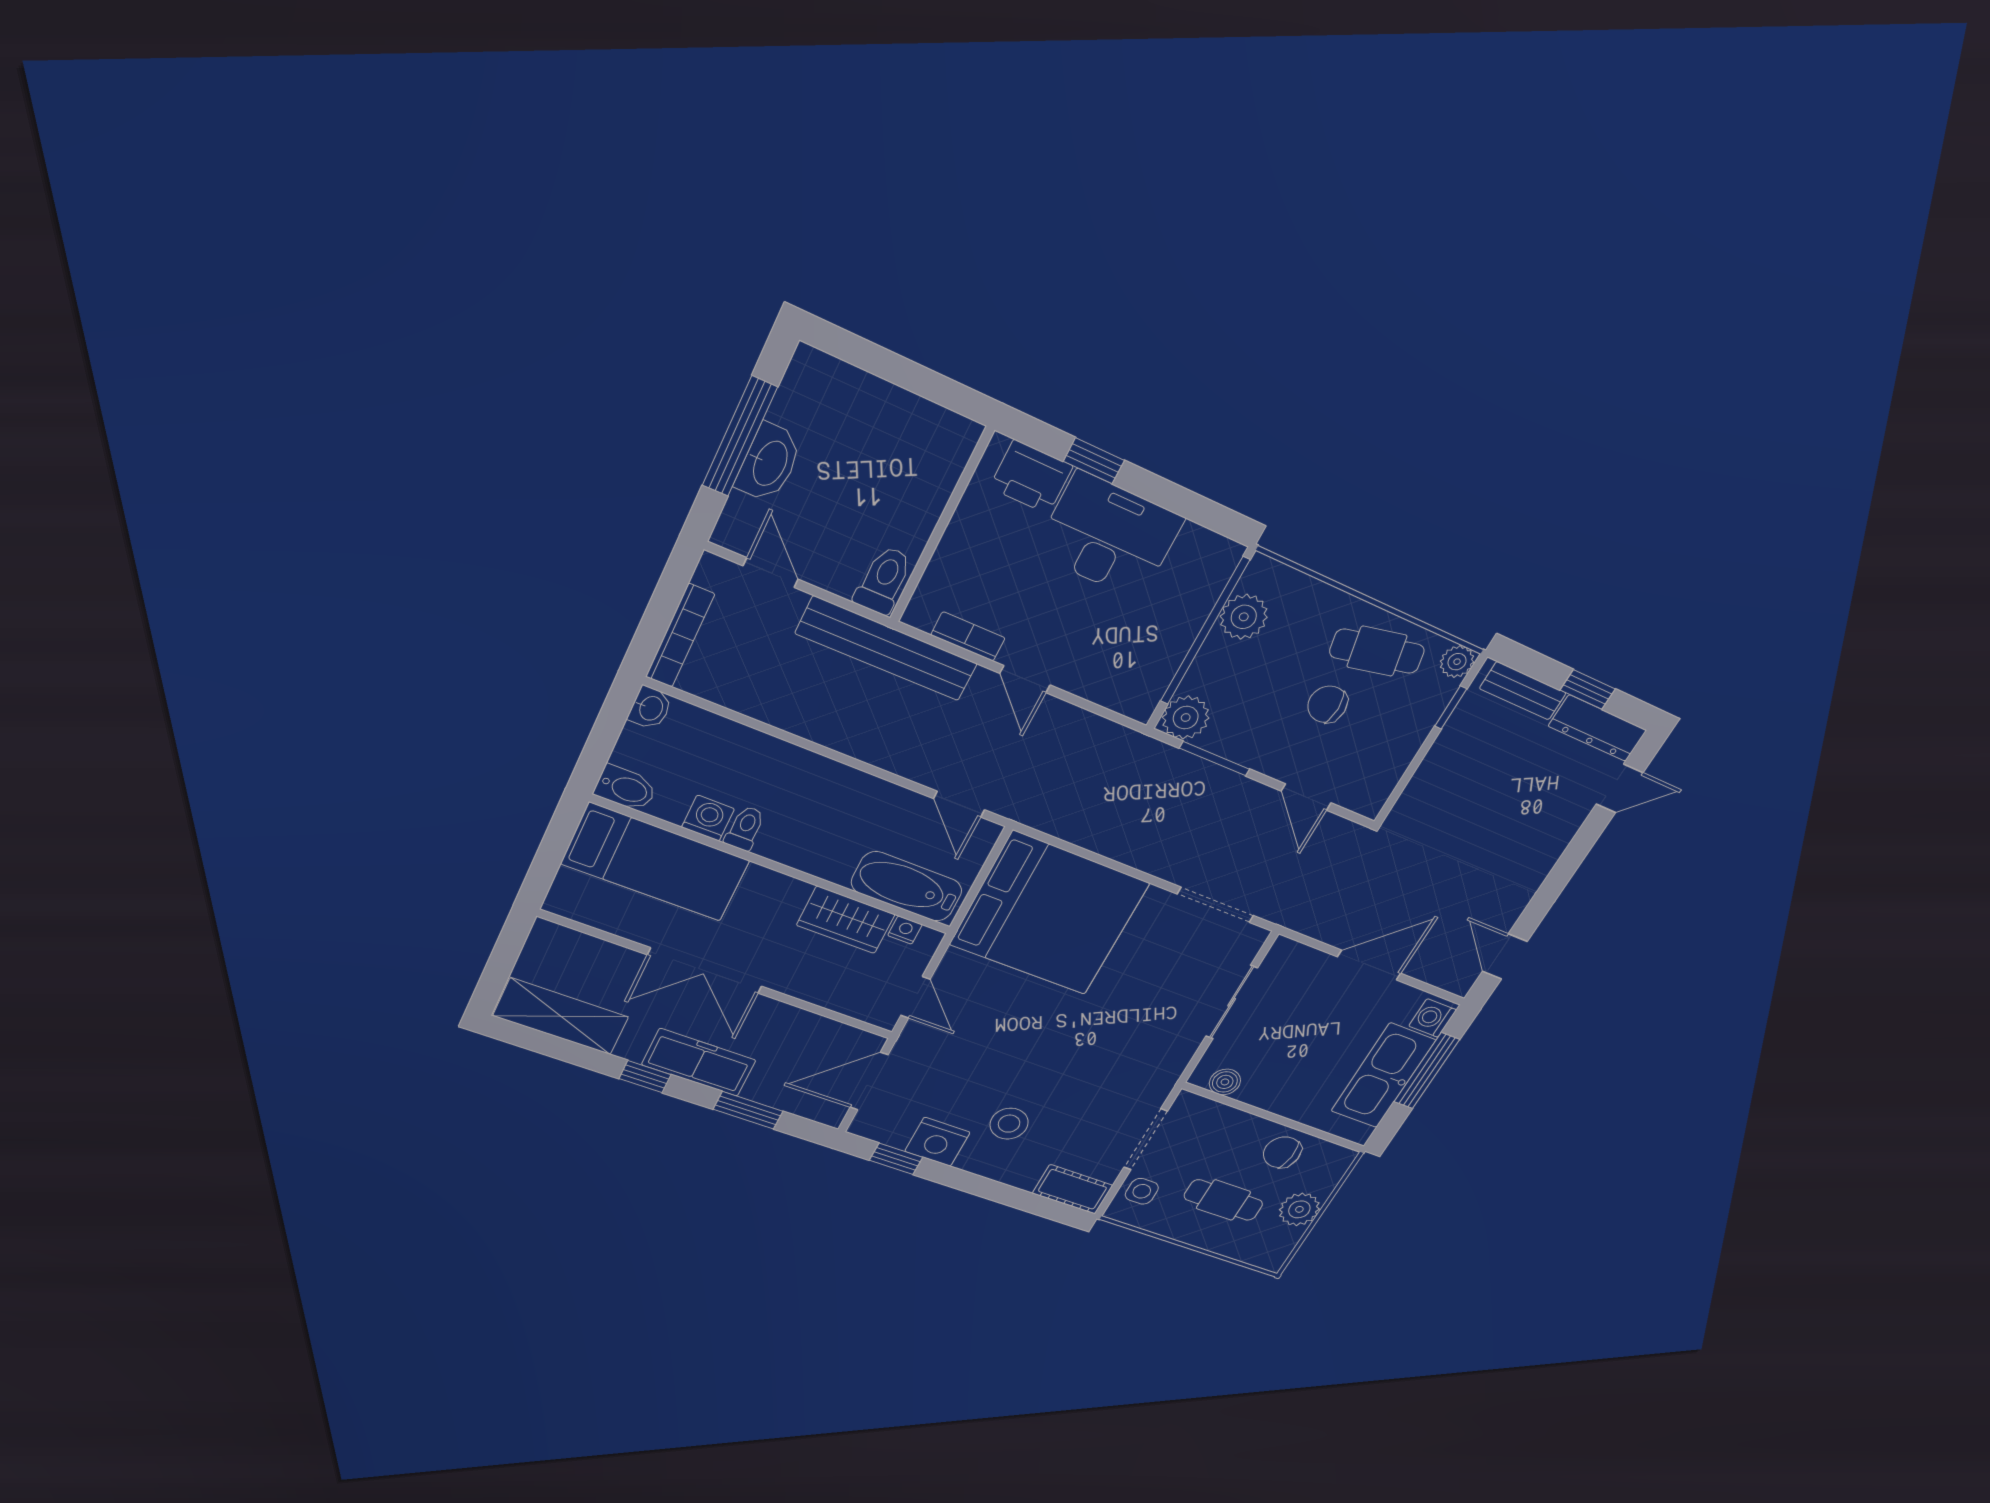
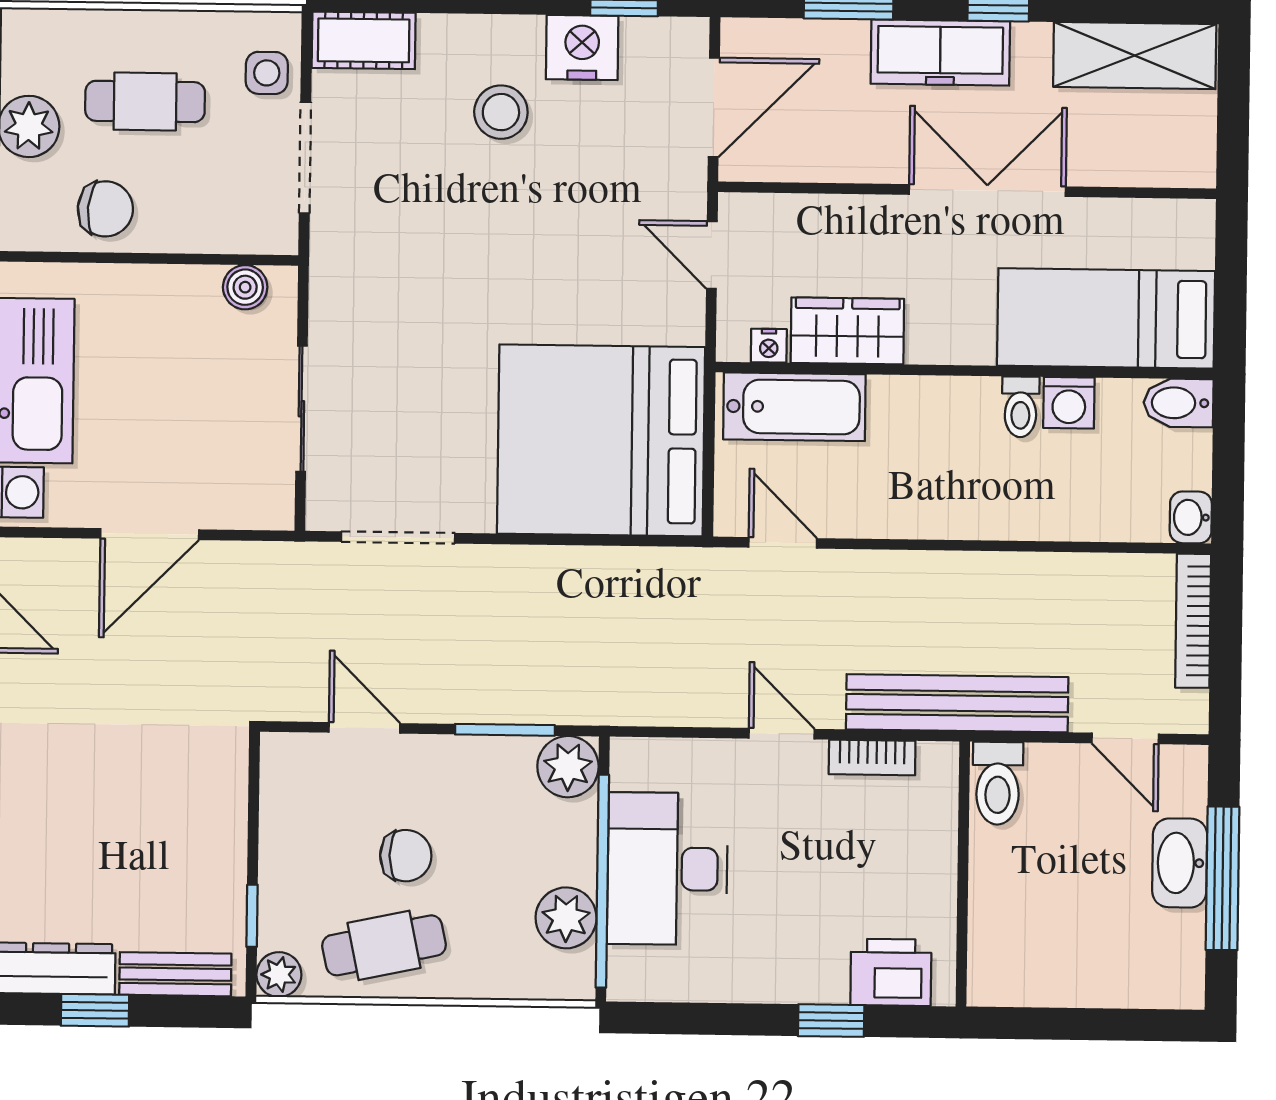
desk: (1109, 536) -> (667, 869), moved, turned 90

